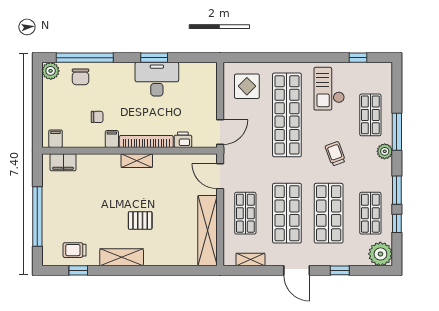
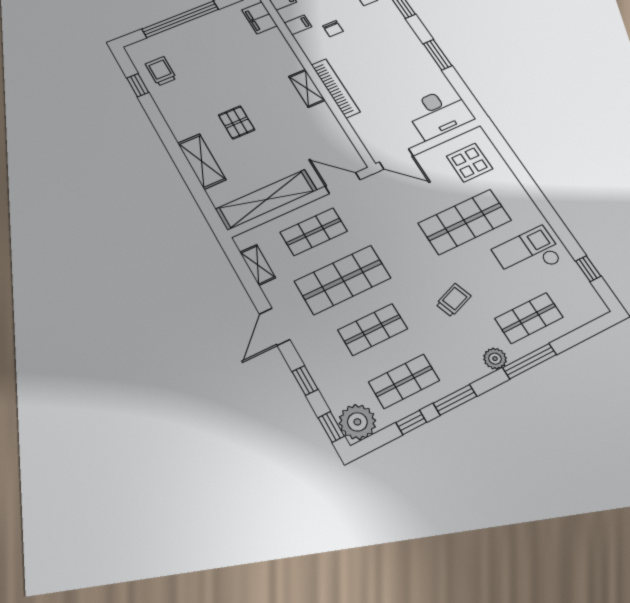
desk: (157, 79) -> (439, 113), moved, turned 90
shop shelf: (287, 115) -> (465, 222), width x0.71
filing cabinet: (112, 139) -> (298, 25), moved
printer: (183, 140) -> (362, 124), removed
door: (220, 176) -> (343, 183), hinge flipped
shop shelf: (329, 213) -> (373, 329), width x0.70, depth x0.74
shelving: (122, 257) -> (202, 161), moved
window: (376, 270) -> (331, 427), added

